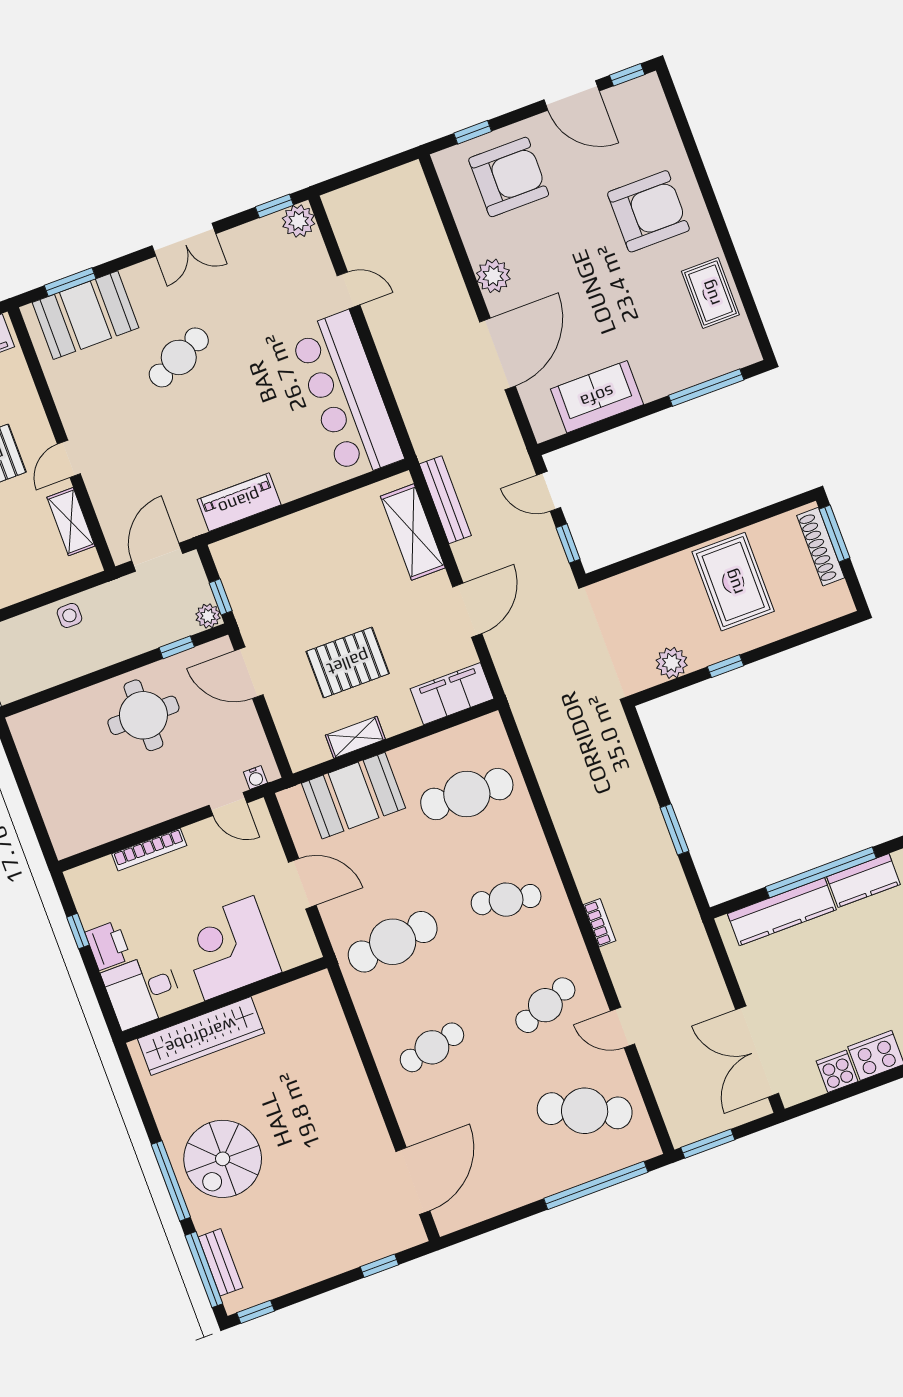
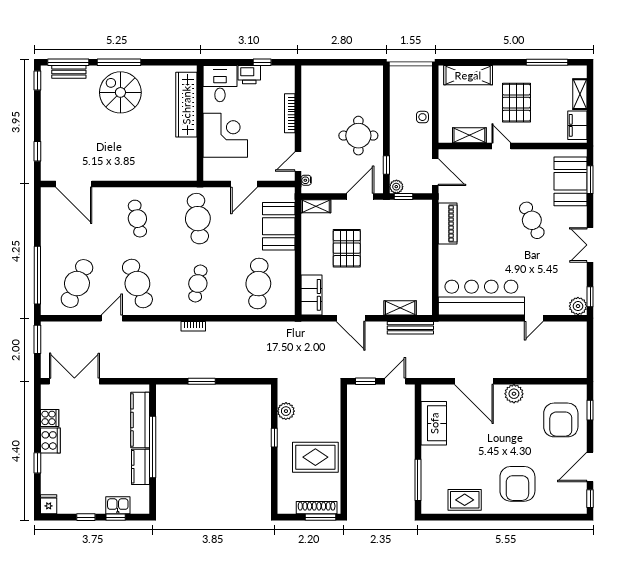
shelving: (413, 532) -> (400, 308), width x0.67, depth x0.75
shelving: (355, 737) -> (316, 206), moved, turned 90
bookcase: (600, 923) -> (193, 326), moved
cafe table: (545, 1005) -> (137, 284), width x1.37, depth x1.35

